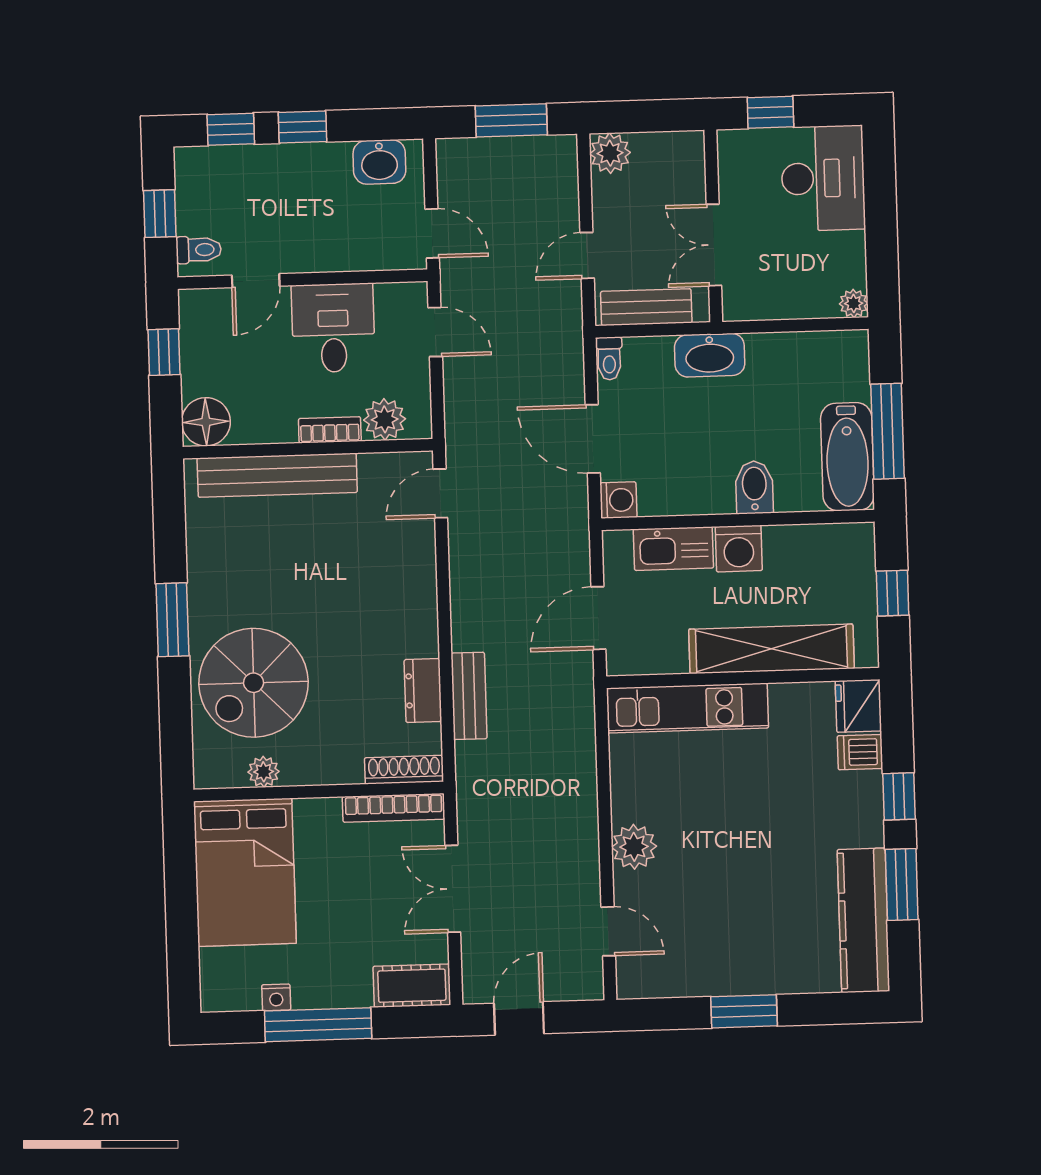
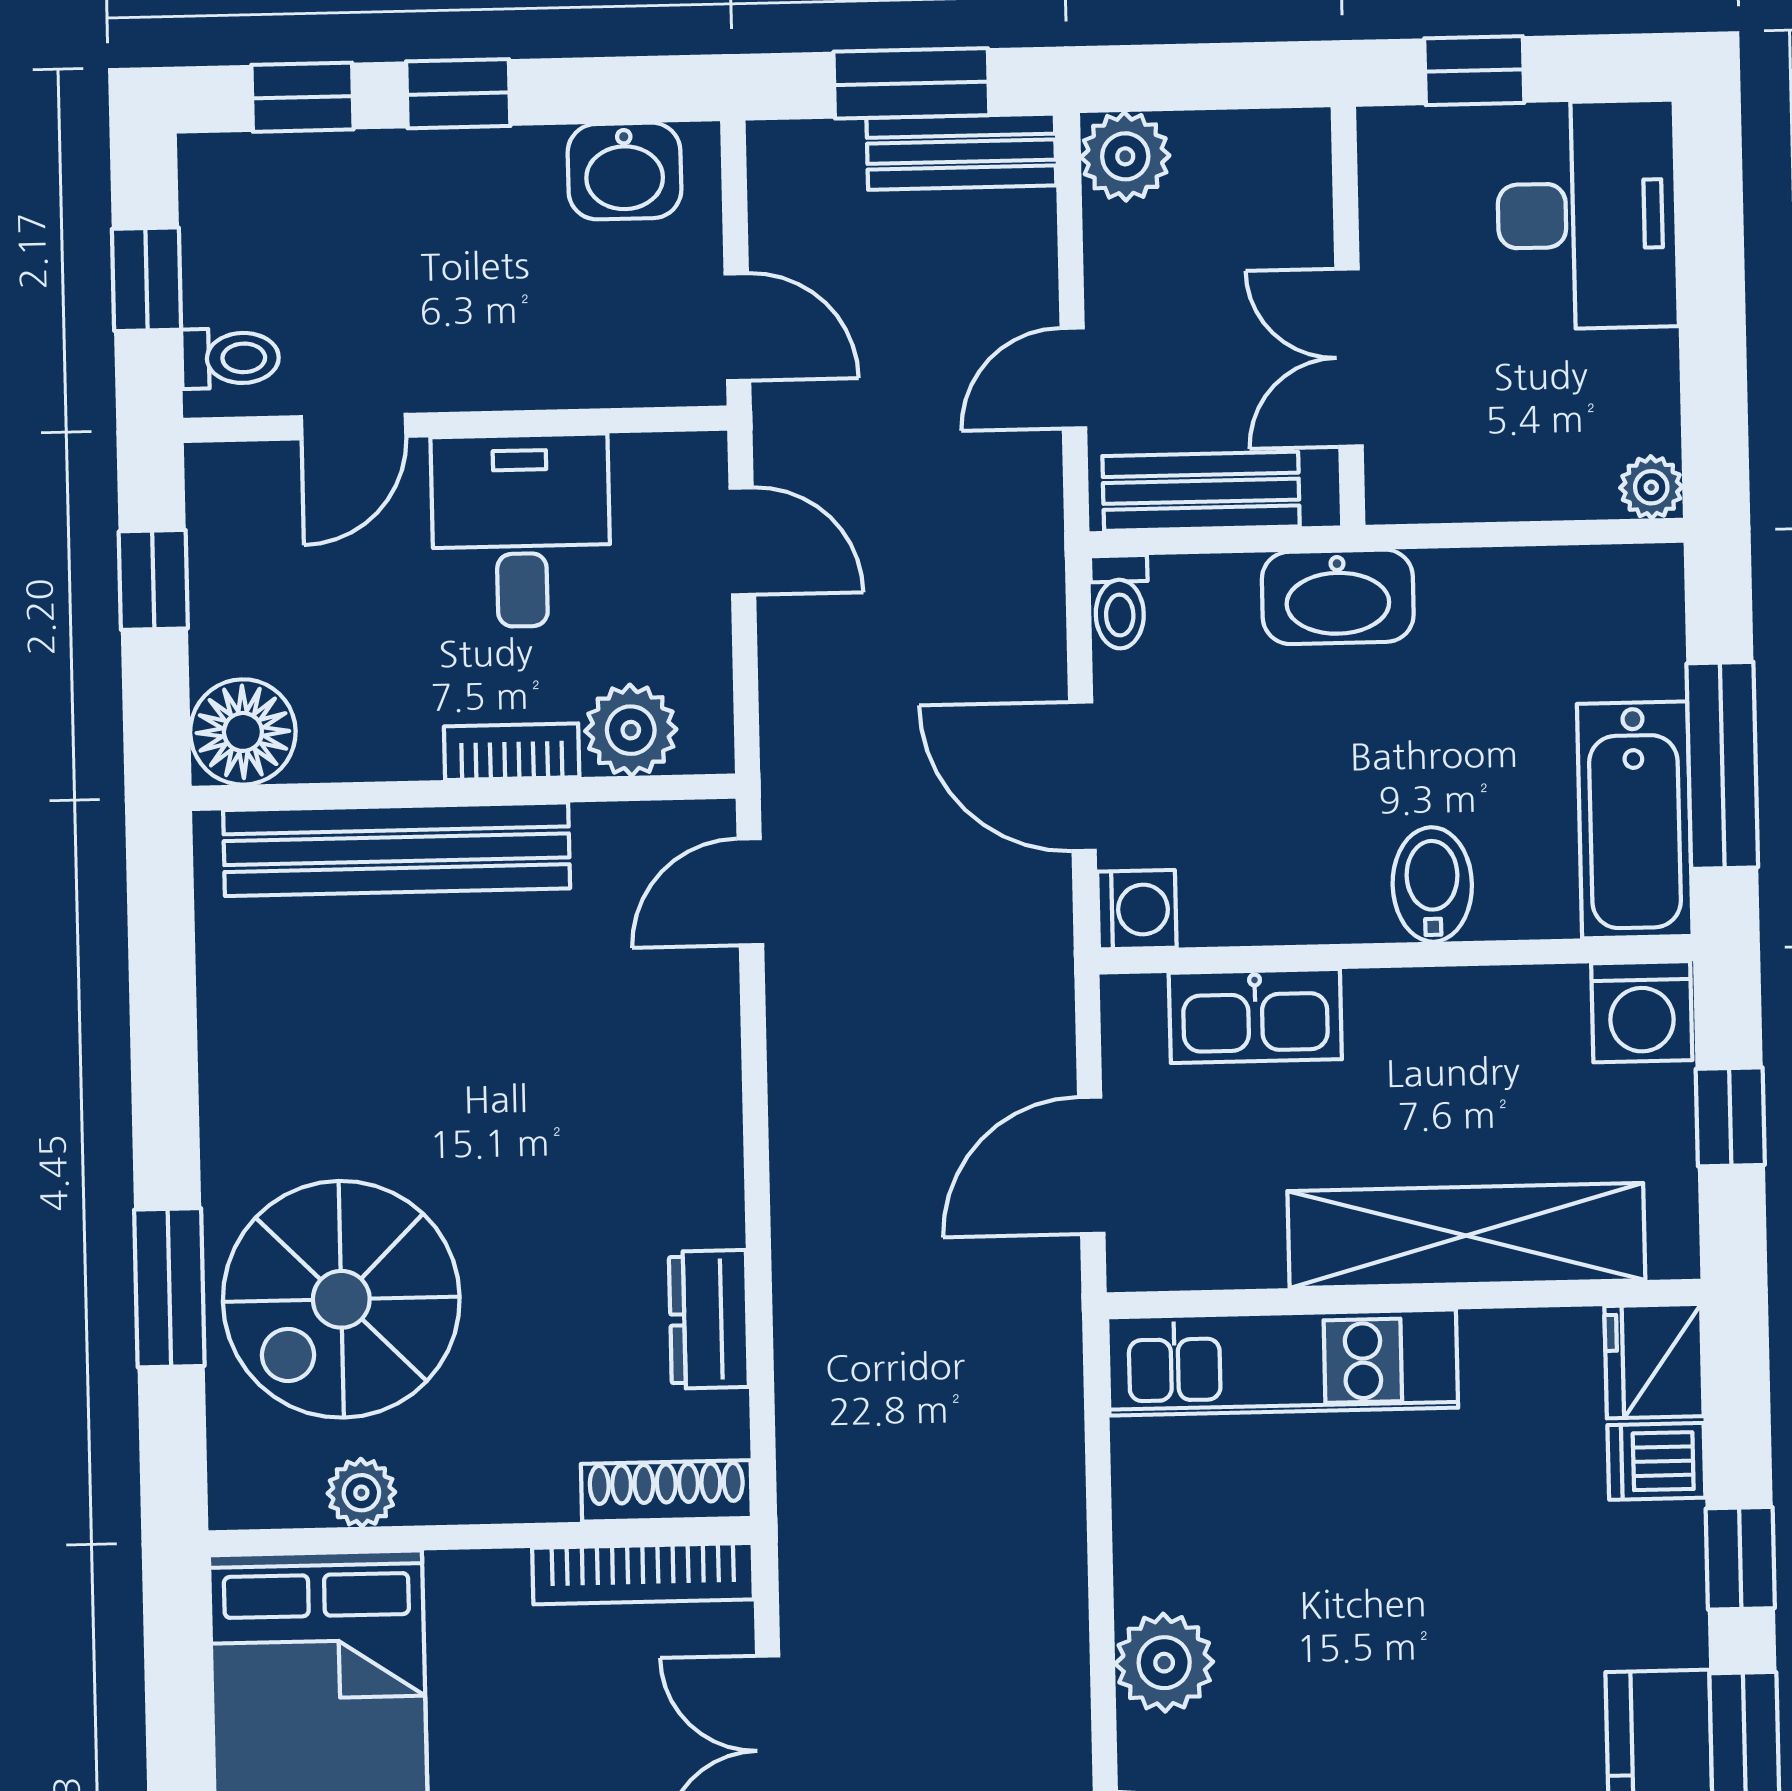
washing machine: (739, 549) -> (1642, 1012), moved
window: (172, 620) -> (169, 1288), moved
bench: (469, 696) -> (961, 152), moved, turned 90

